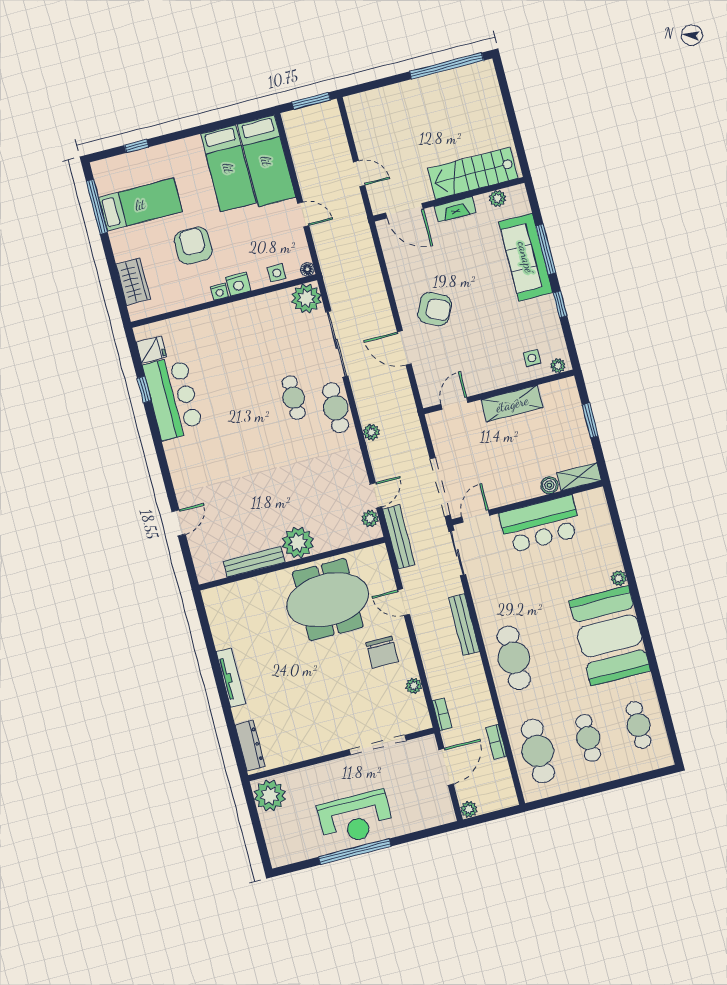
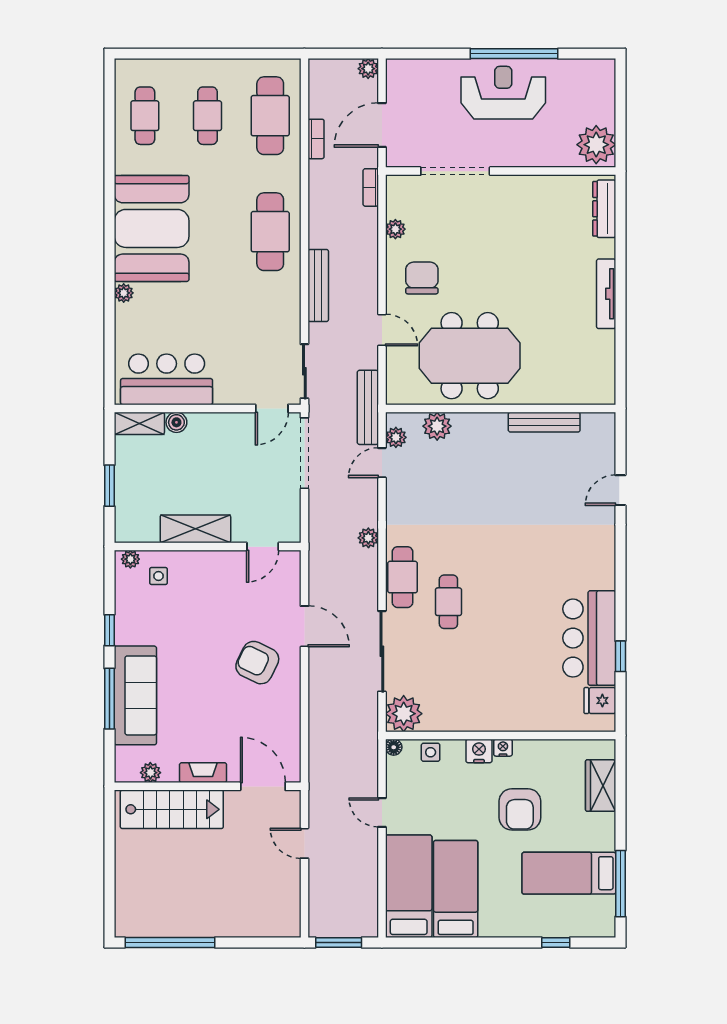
bar counter: (540, 524) -> (167, 379), moved
plant: (298, 543) -> (437, 426), moved, width x0.73, depth x0.73

